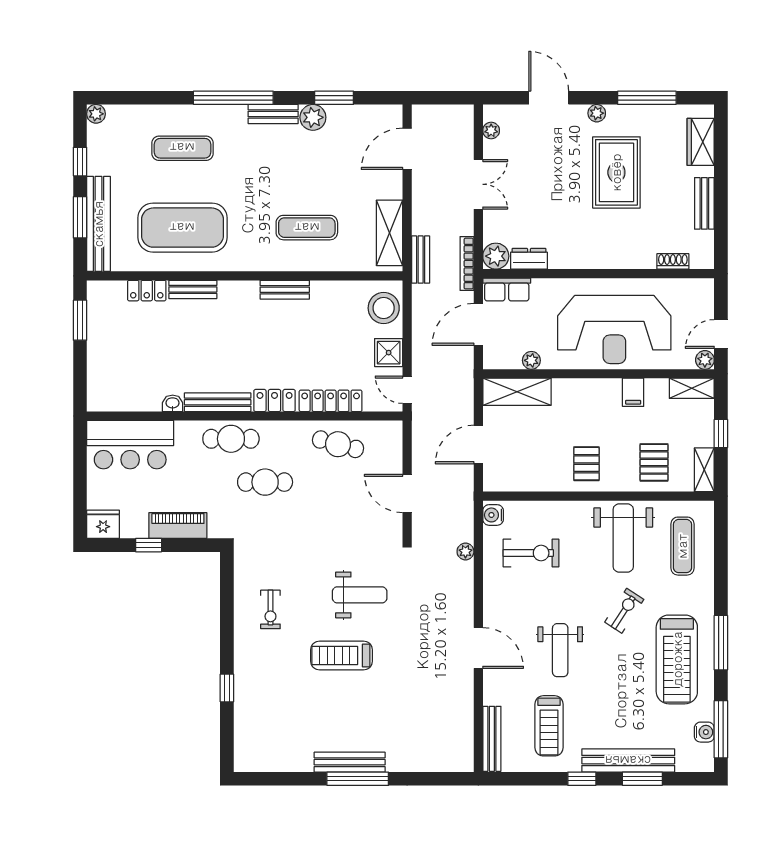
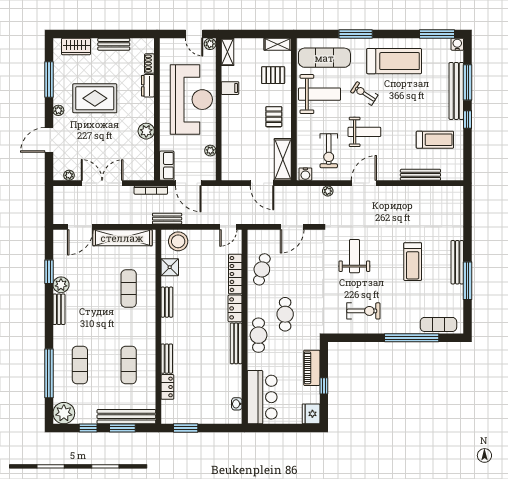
window: (233, 98) -> (49, 373), moved
plant: (96, 114) -> (64, 413), width x1.88, depth x1.88
door: (407, 149) -> (80, 227), hinge flipped
double door: (478, 184) -> (102, 183), width x1.37
exercise mat: (182, 228) -> (129, 365), width x0.50, depth x0.69
shelving: (390, 233) -> (122, 238), width x1.47
plant: (496, 256) -> (146, 131), moved
dresser: (529, 259) -> (148, 86), moved
bench: (421, 260) -> (167, 219), moved
shower: (389, 353) -> (170, 267), moved
shelving: (517, 392) -> (283, 159), moved
washbasin: (173, 403) -> (237, 404), moved
window: (721, 434) -> (255, 34), removed
pallet: (586, 464) -> (274, 117), turned 90
exercise mat: (682, 546) -> (324, 58), width x1.36, depth x1.45
exercise bike: (531, 553) -> (329, 151), turned 180
exercise bike: (270, 609) -> (363, 311), width x1.38, depth x1.39
window: (721, 643) -> (356, 34), moved
door: (478, 648) -> (364, 183), moved
weight bench: (560, 650) -> (364, 132), moved
treadmill: (342, 656) -> (413, 262), moved
window: (227, 688) -> (412, 338), width x3.17
exercise mat: (248, 732) -> (438, 324), added
water cooler: (704, 732) -> (457, 44), moved
bench: (492, 739) -> (420, 175), moved
window: (358, 779) -> (467, 281), moved
window: (642, 779) -> (467, 82), width x1.44

